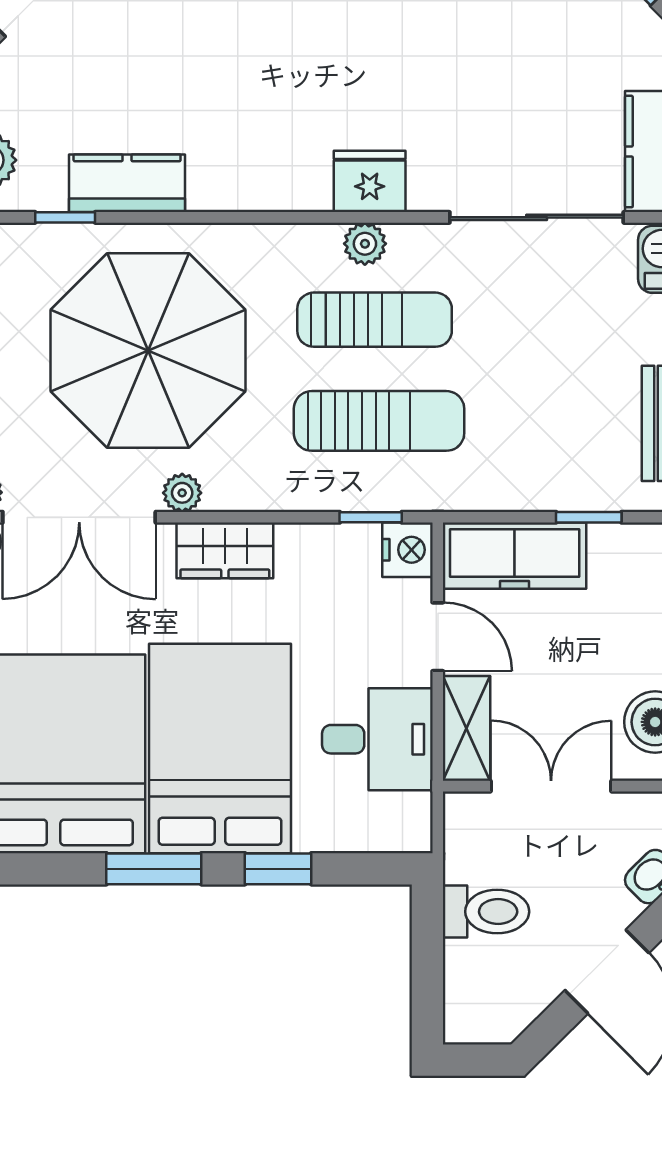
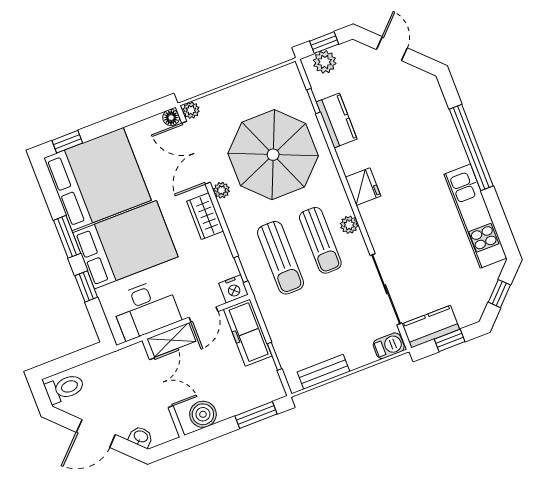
fridge: (370, 181) -> (363, 187), moved
desk: (377, 739) -> (146, 309), width x1.37
toilet: (486, 912) -> (65, 388), moved, turned -90

